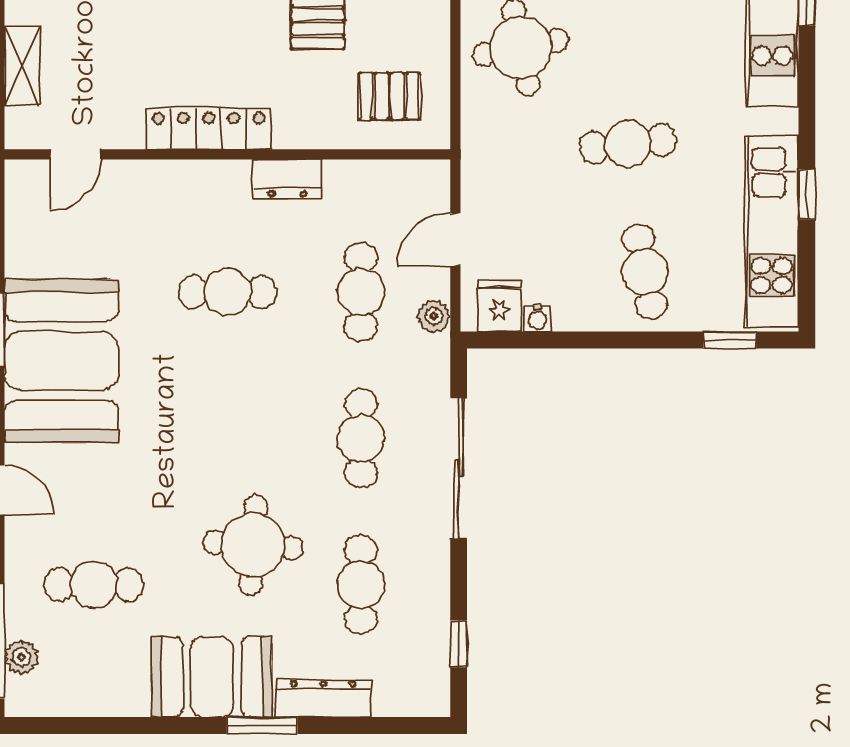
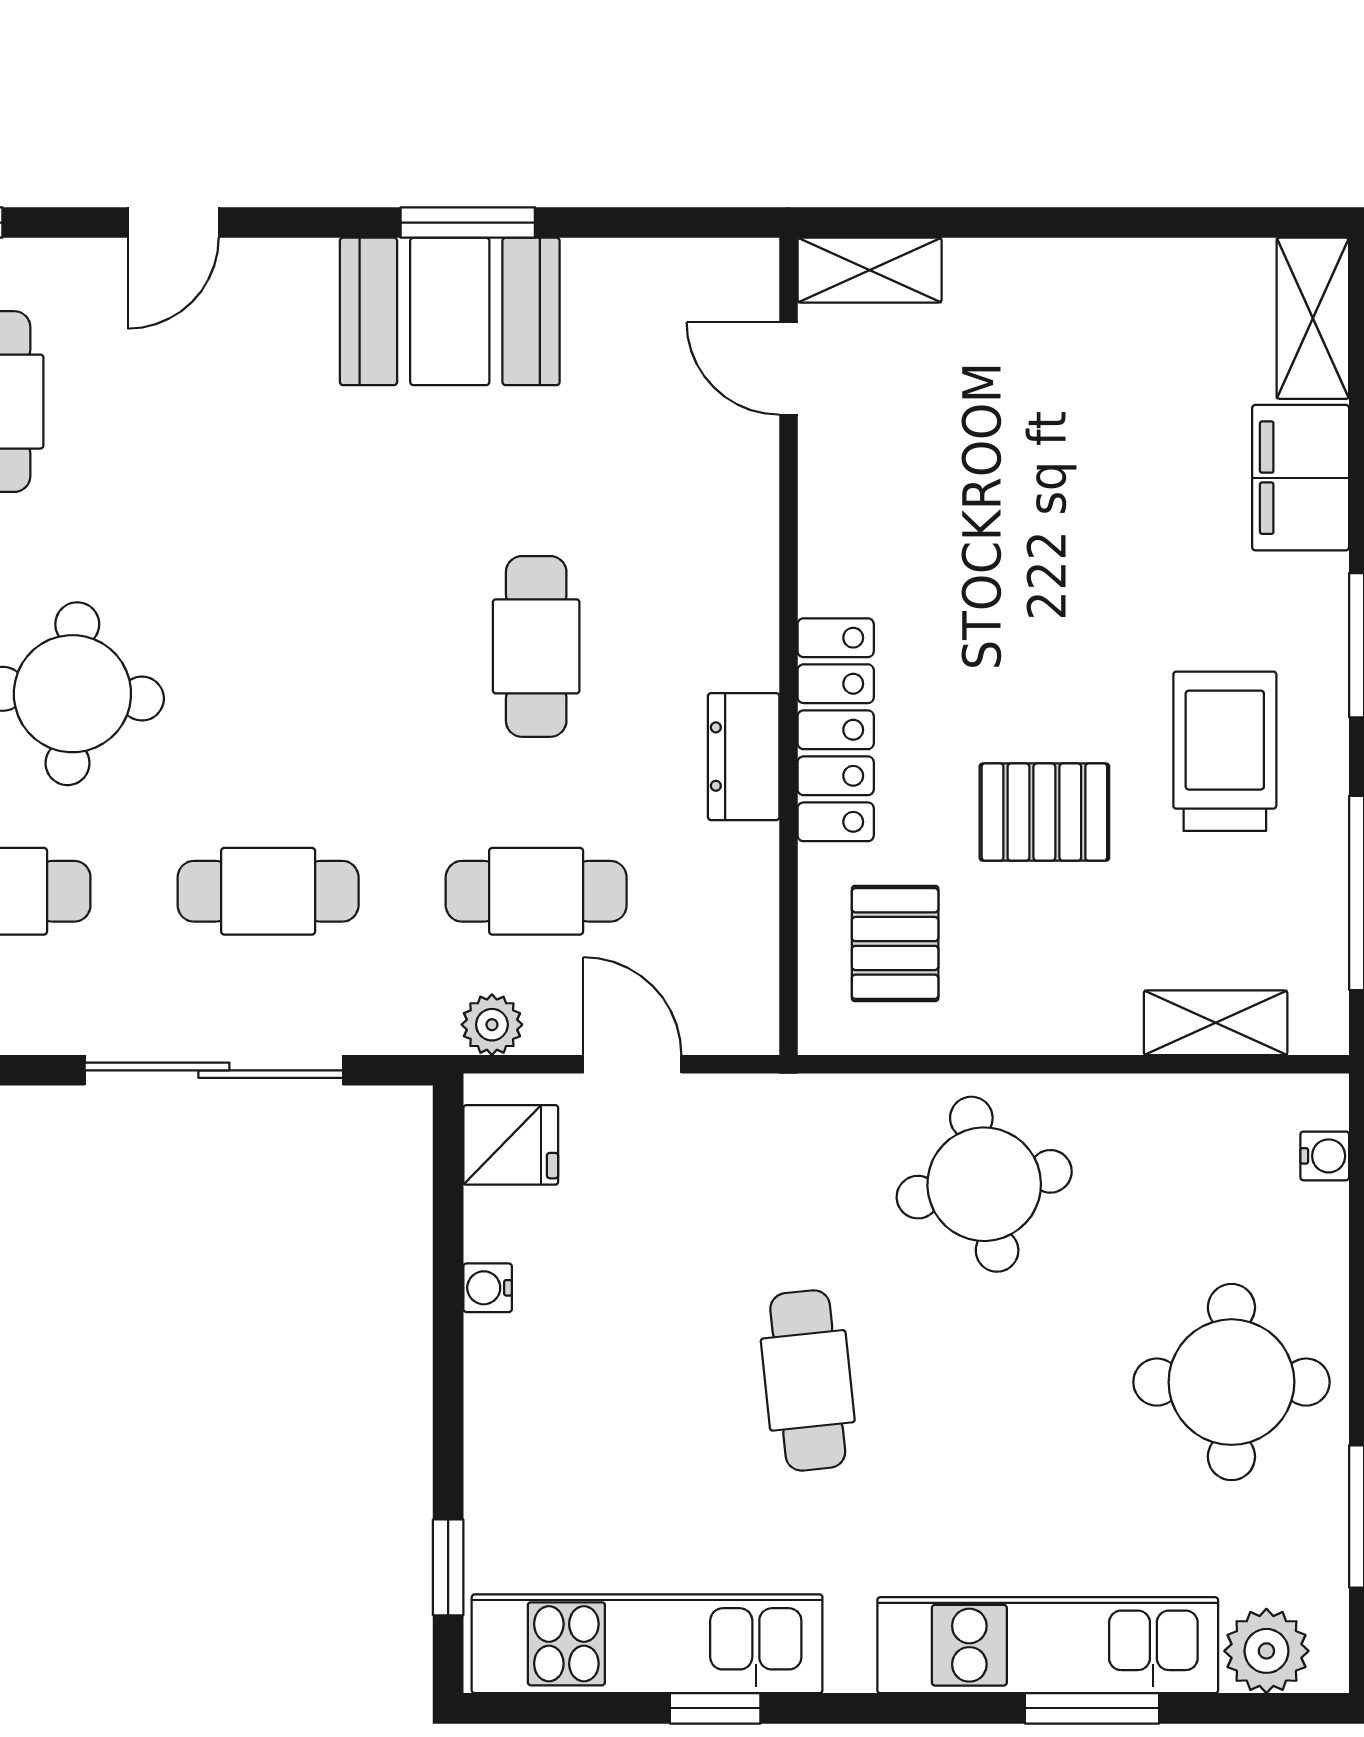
shelving: (22, 66) -> (870, 270), moved
locker: (209, 129) -> (836, 730), moved
cafe table: (645, 272) -> (573, 1412), removed
water cooler: (538, 318) -> (488, 1288), moved
booth: (62, 361) -> (450, 311), width x0.73, depth x0.70

